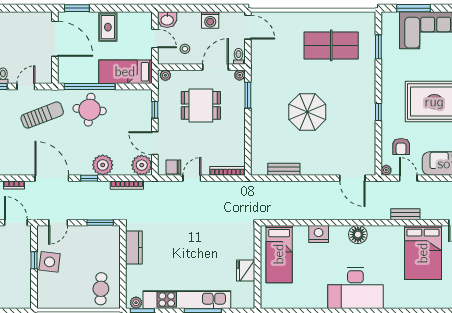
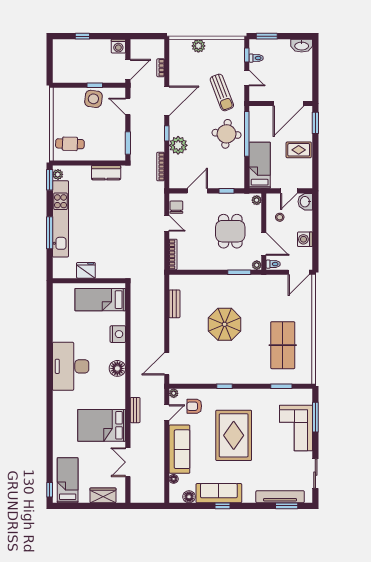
plant: (142, 165) -> (178, 179), removed

